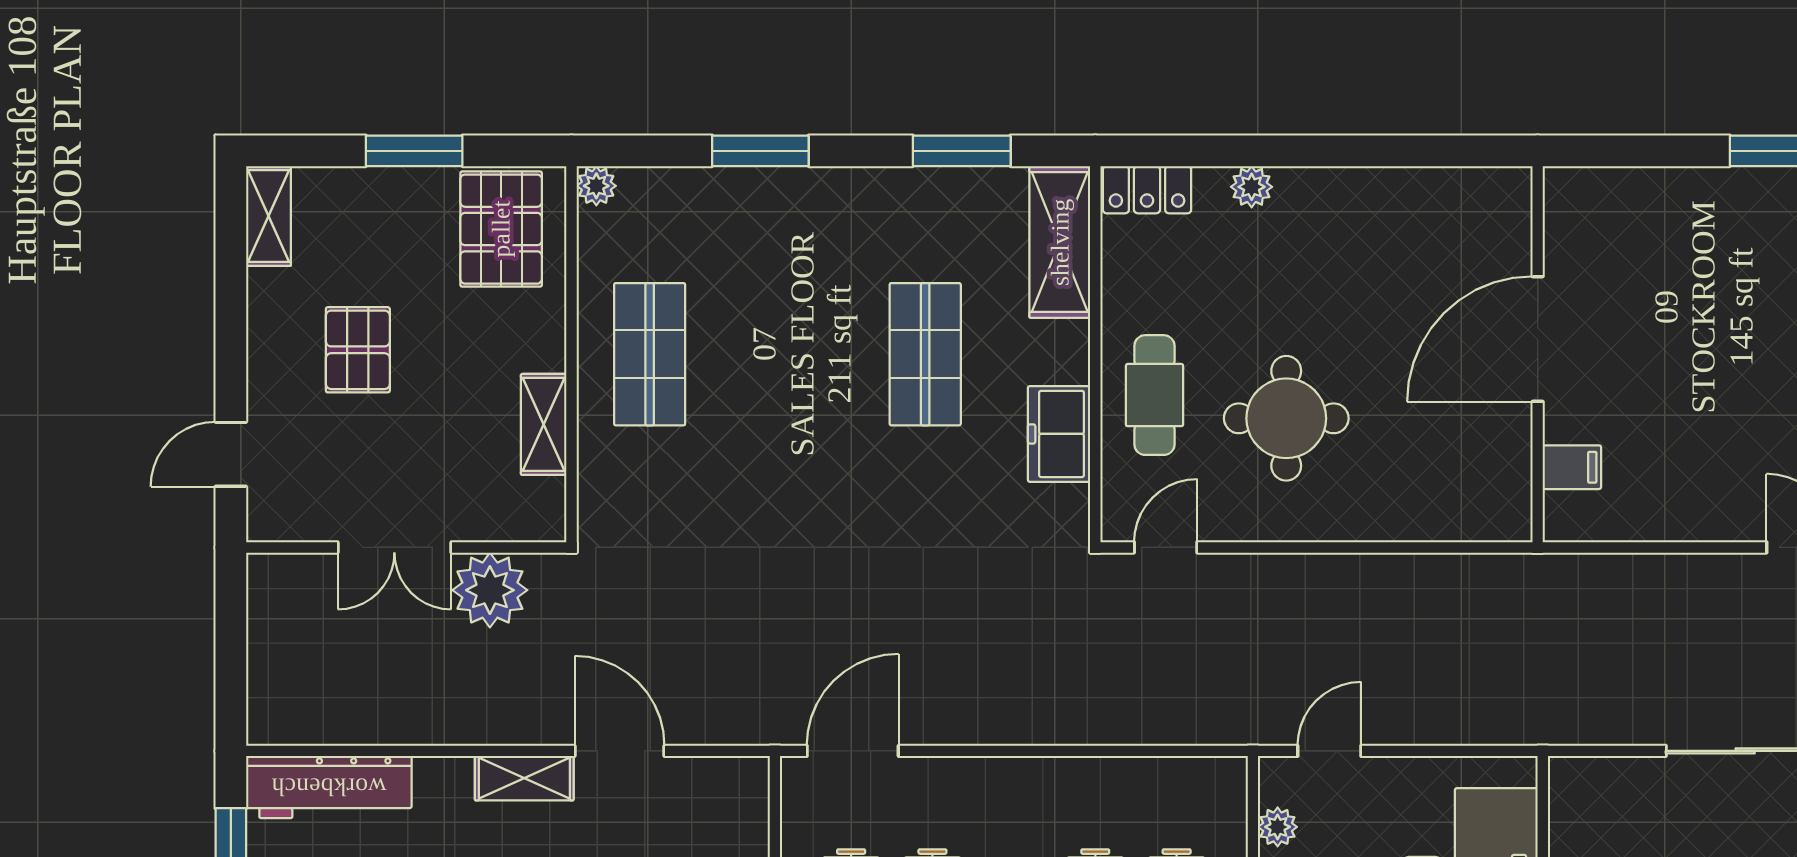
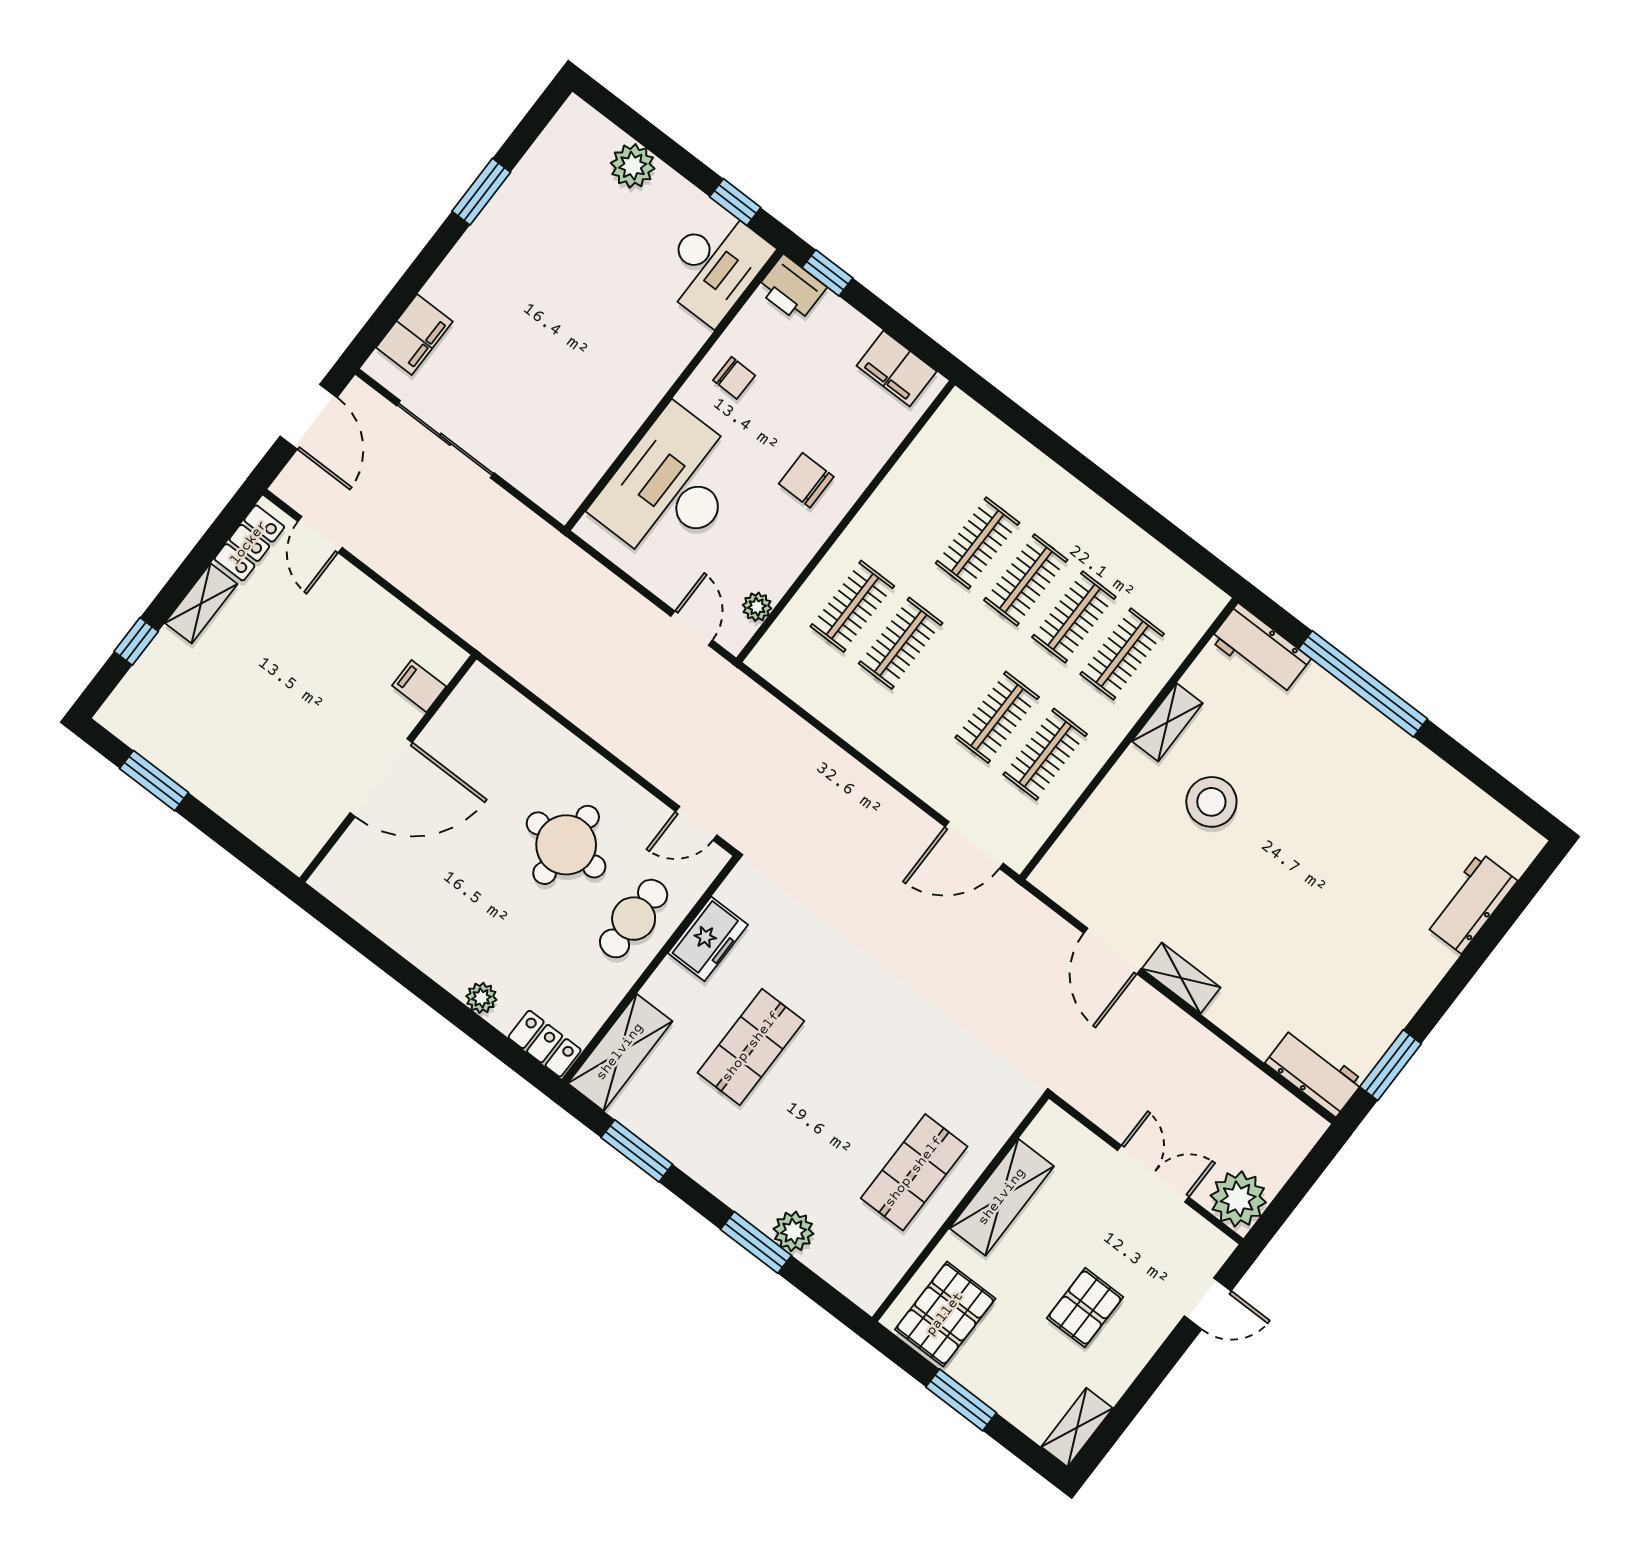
plant: (596, 186) -> (794, 1231), moved, width x1.38, depth x1.38
shelving: (544, 424) -> (1002, 1197), width x1.50, depth x1.33
plant: (490, 590) -> (1238, 1199), moved
door: (1329, 751) -> (692, 628), swing flipped
workbench: (329, 787) -> (1314, 1072), width x0.73

